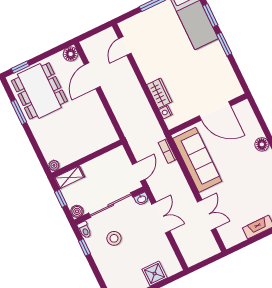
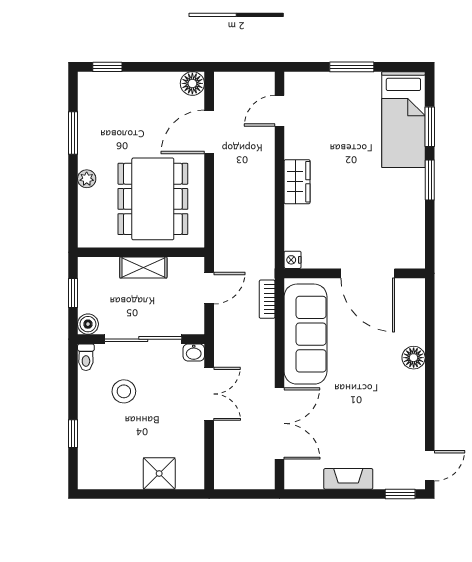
dining table: (39, 91) -> (153, 199), moved
wardrobe: (159, 93) -> (297, 182), moved
nightstand: (166, 112) -> (293, 260), moved
plant: (54, 165) -> (87, 179), moved
door: (139, 172) -> (209, 288), moved
shelving: (69, 177) -> (143, 267), moved
double door: (207, 215) -> (280, 423), width x1.37
window: (84, 247) -> (73, 434), moved

